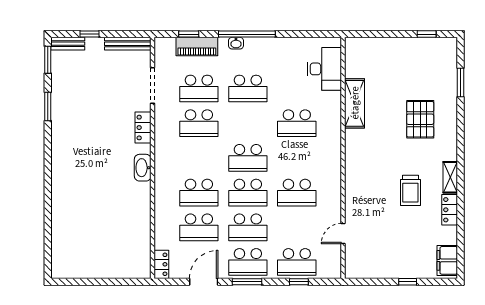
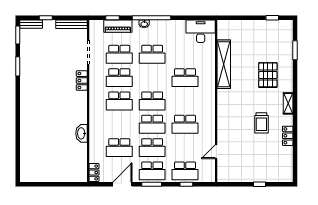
desk: (325, 69) -> (201, 31), moved, turned -90
shelving: (355, 103) -> (224, 64), width x1.47
washbasin: (143, 168) -> (82, 133), moved
shelving: (450, 177) -> (288, 103), moved
school desk: (199, 193) -> (119, 101), moved
filing cabinet: (447, 260) -> (286, 170), removed

